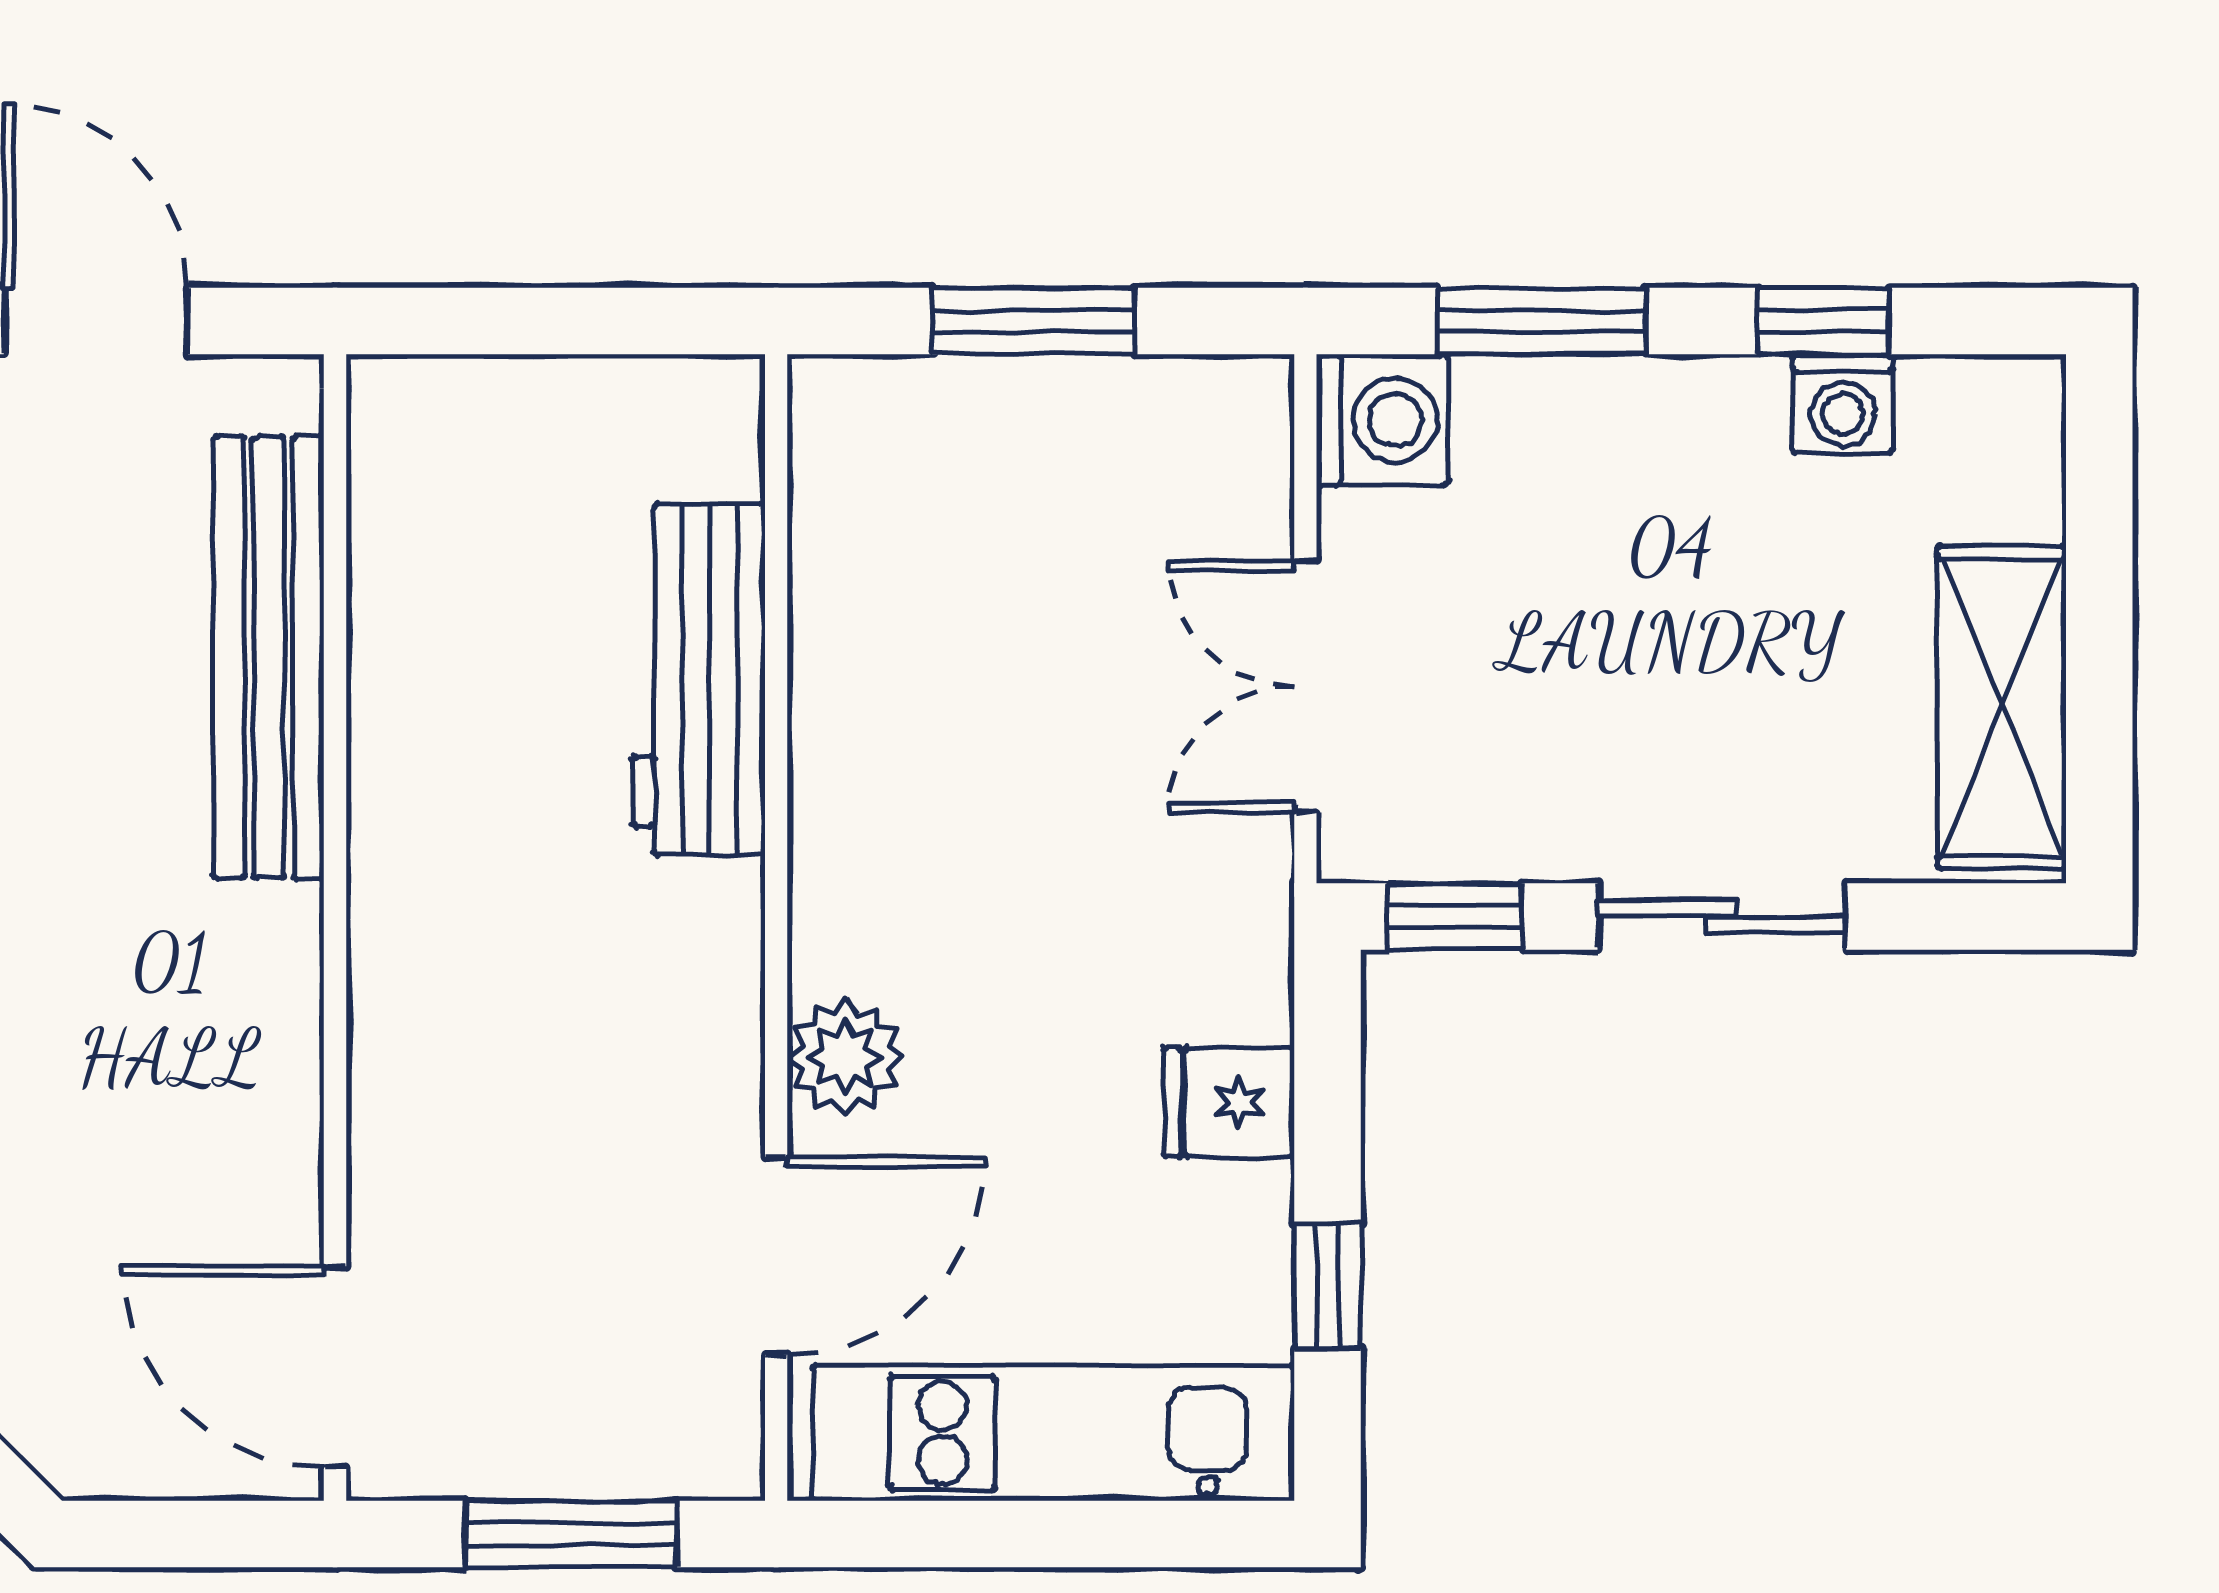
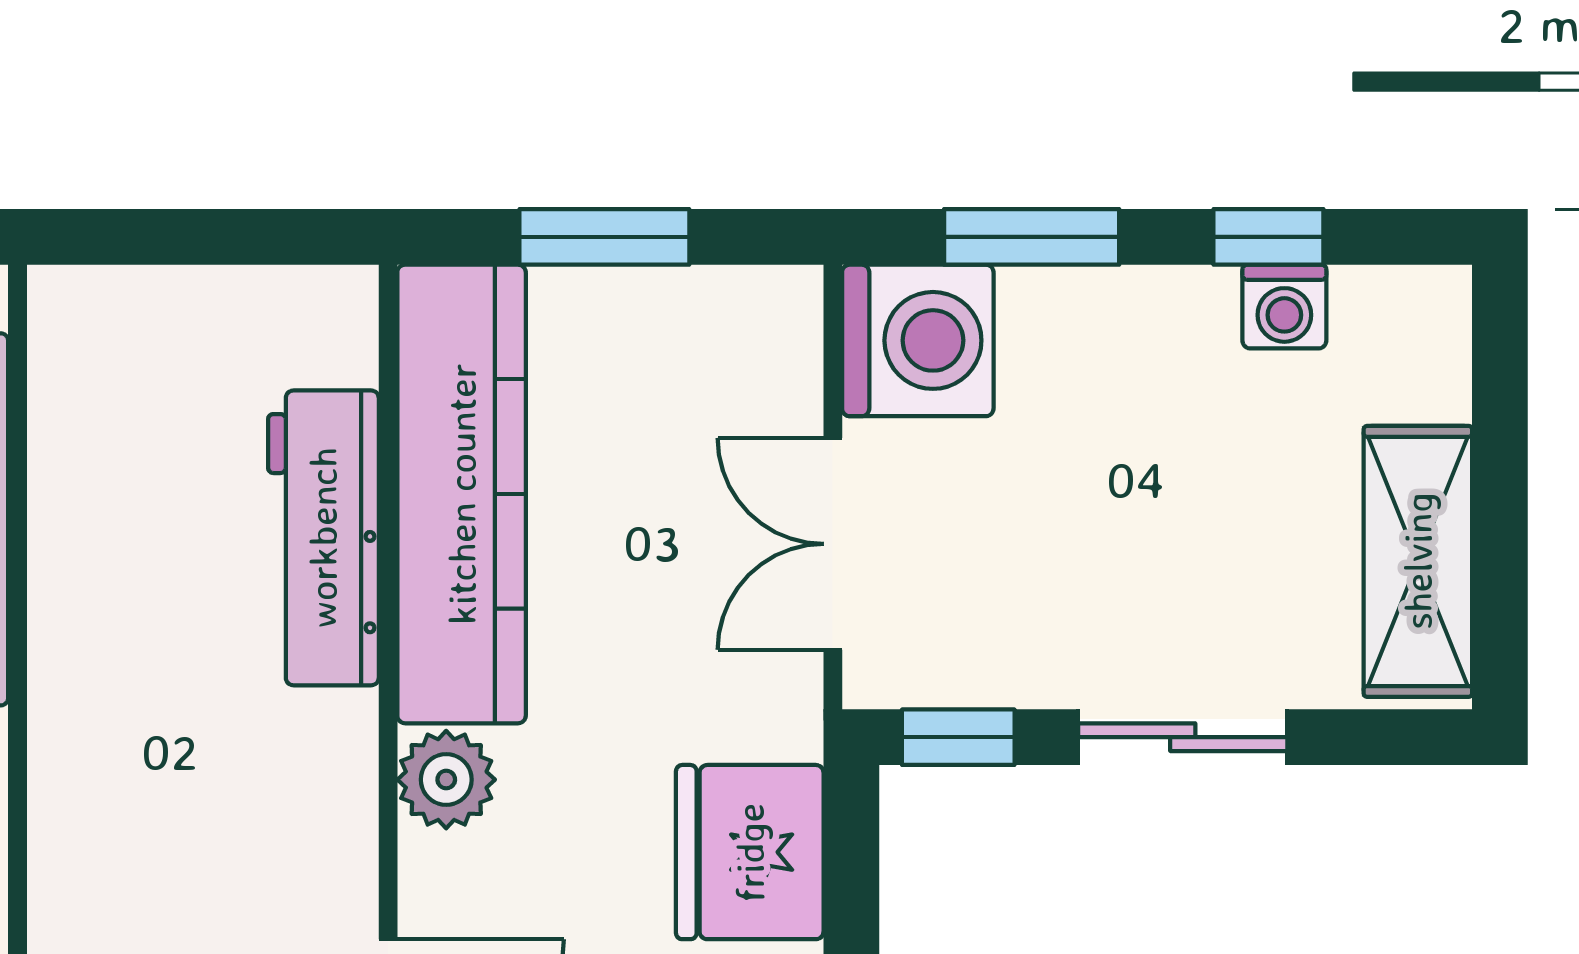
washing machine: (1382, 420) -> (918, 340), width x1.37, depth x1.37
kitchen counter: (864, 627) -> (462, 494), added
plant: (845, 1057) -> (446, 780), moved
fridge: (1229, 1102) -> (750, 852), width x1.88, depth x1.34

